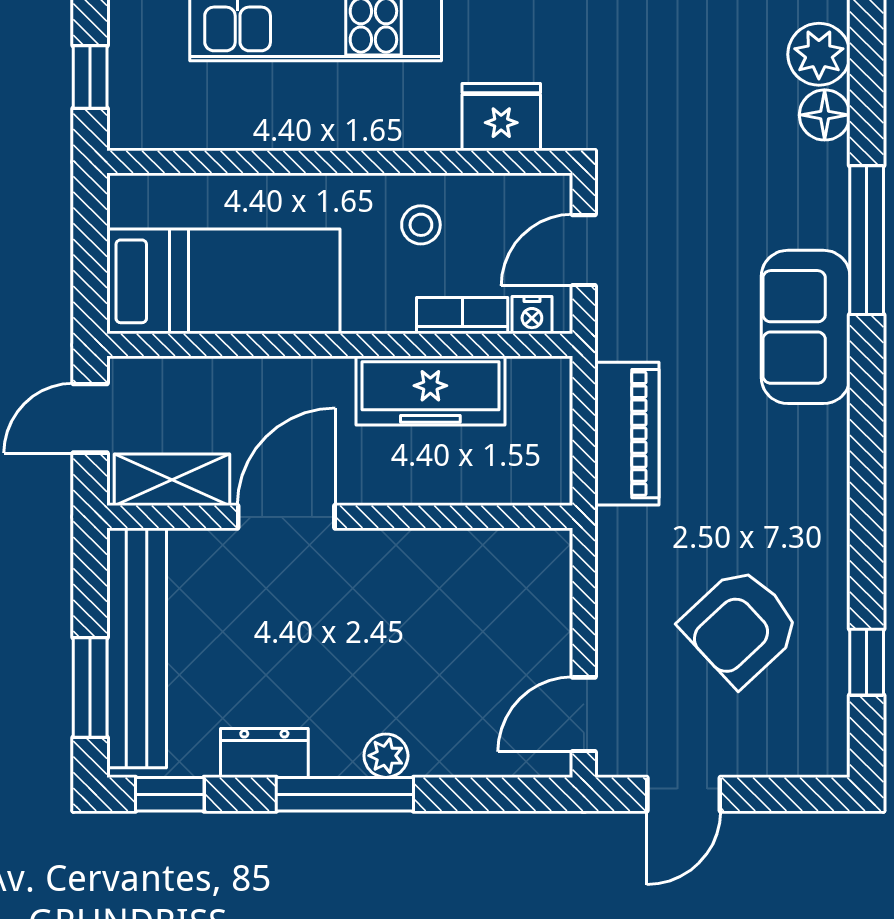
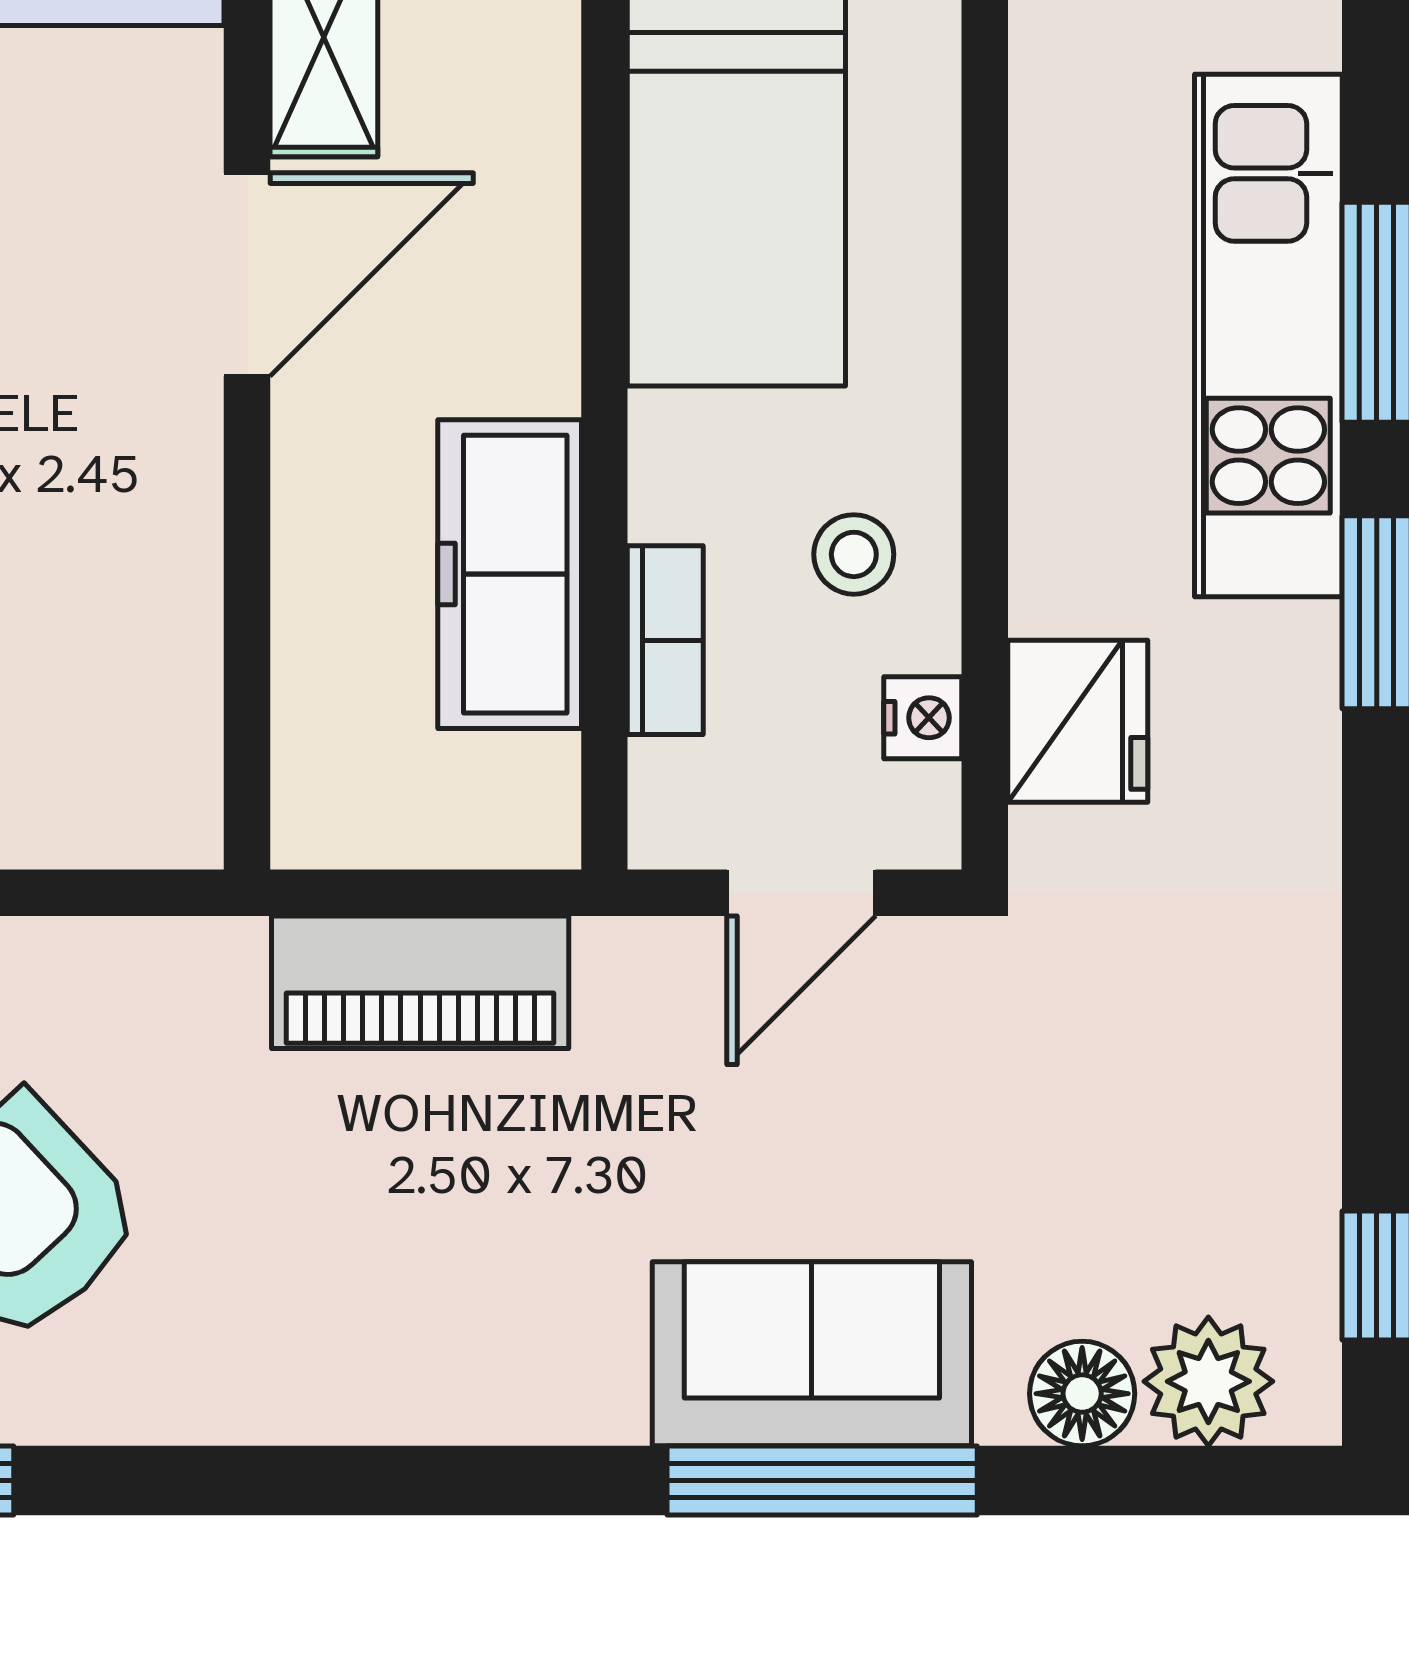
door: (584, 250) -> (801, 893), swing flipped
nightstand: (532, 315) -> (923, 718), moved, turned 180
sofa: (806, 327) -> (812, 1354), moved
door: (286, 517) -> (247, 275), hinge flipped

